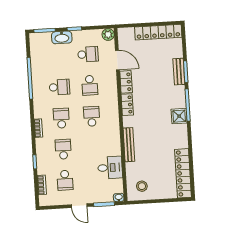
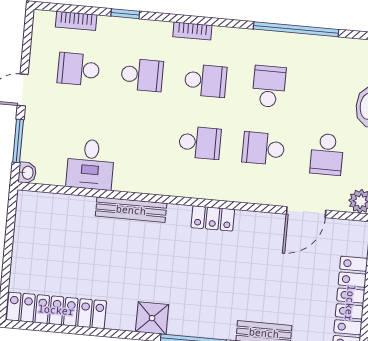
locker: (126, 82) -> (259, 223), removed
school desk: (59, 87) -> (269, 86), turned 180
shower: (179, 116) -> (152, 318), moved
stool: (142, 186) -> (43, 223), removed

